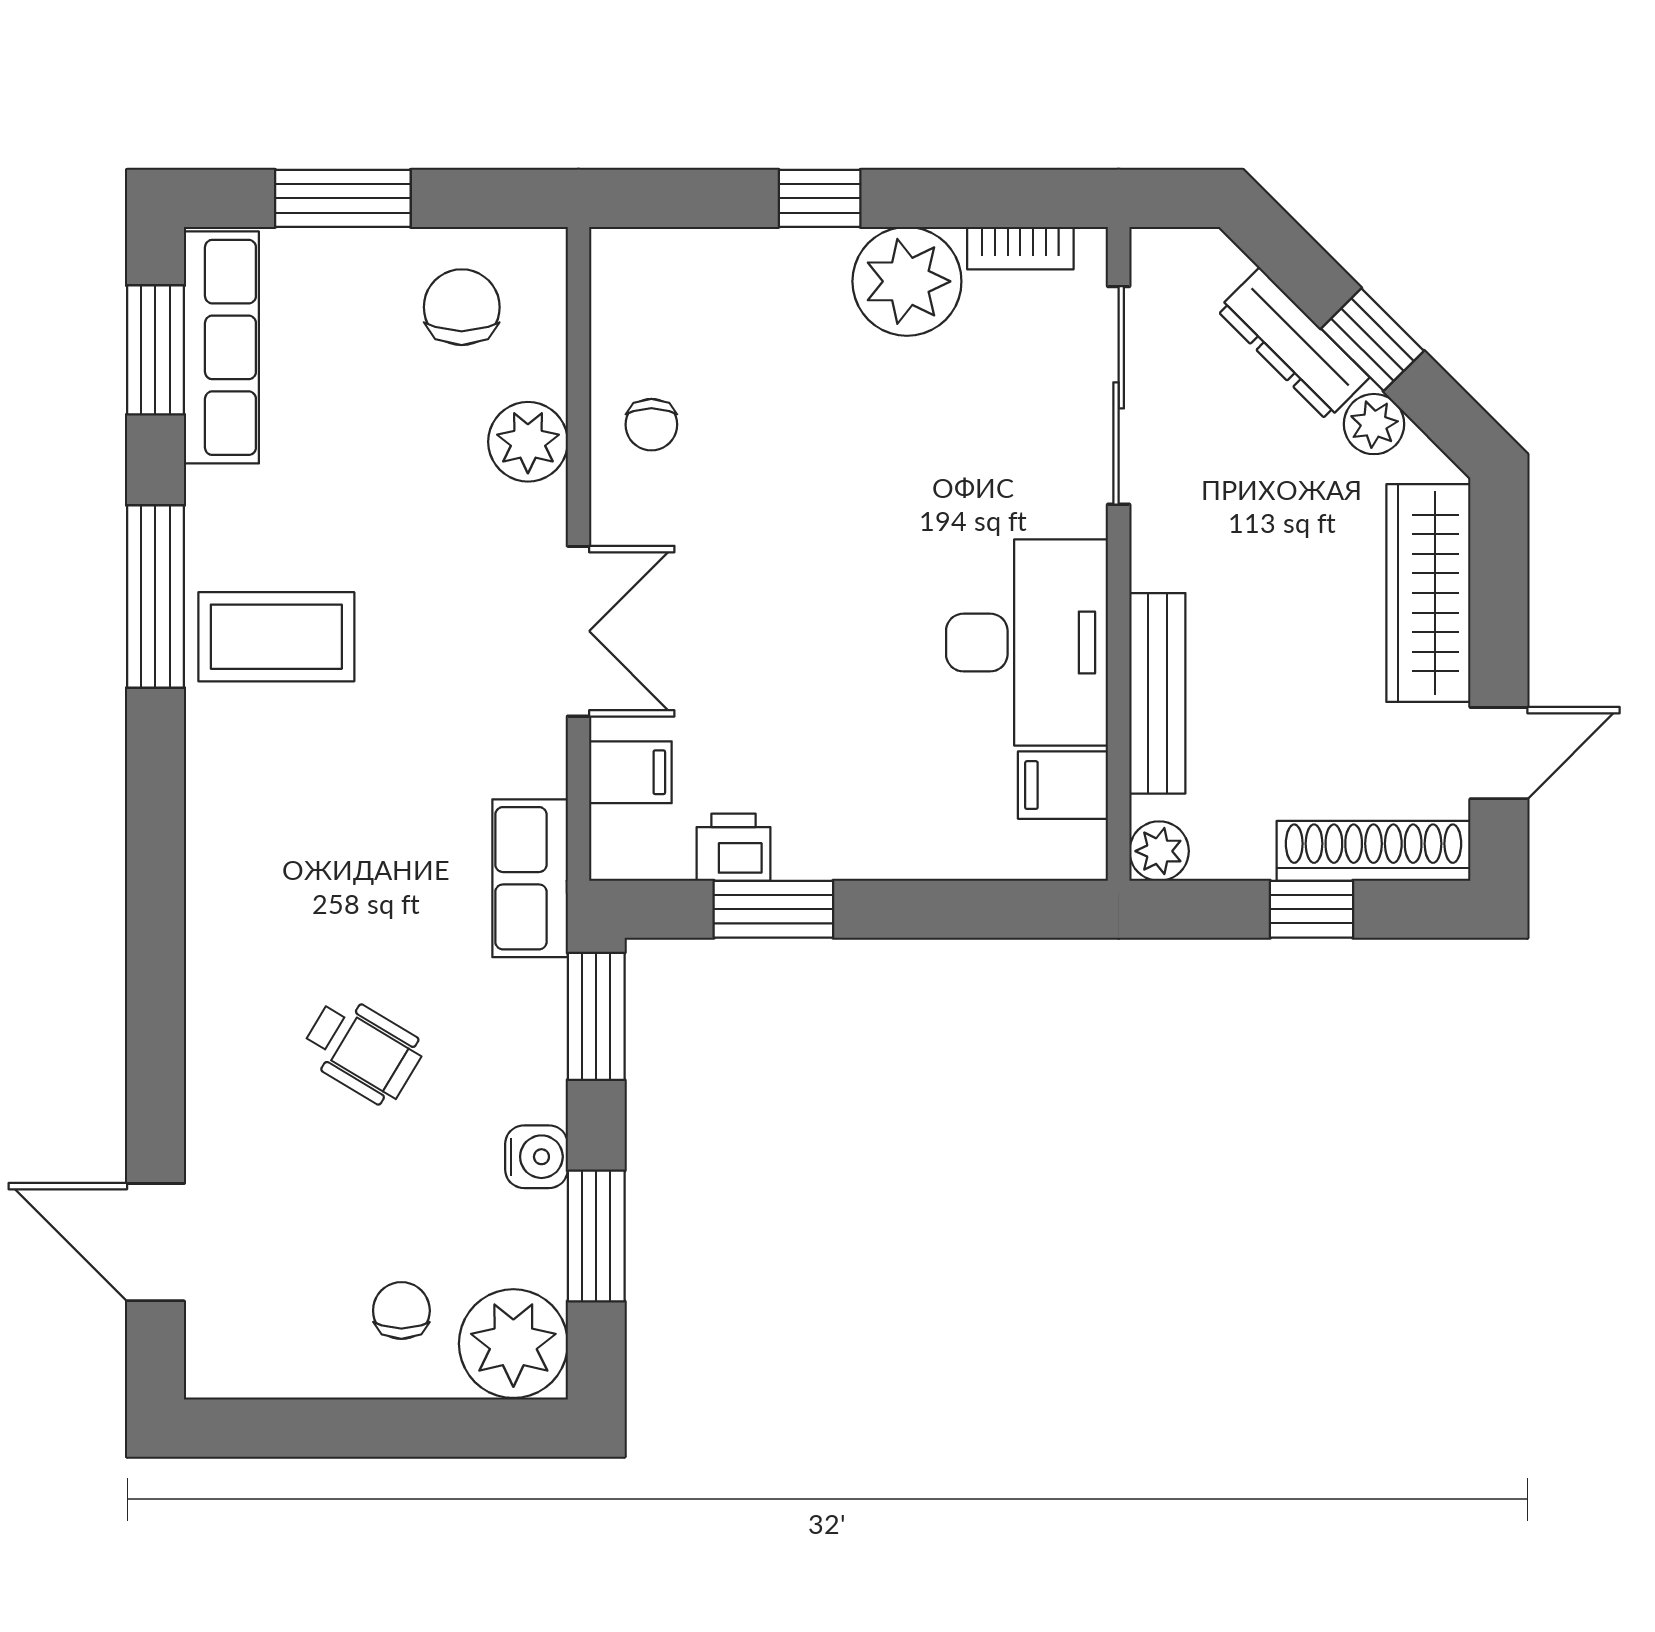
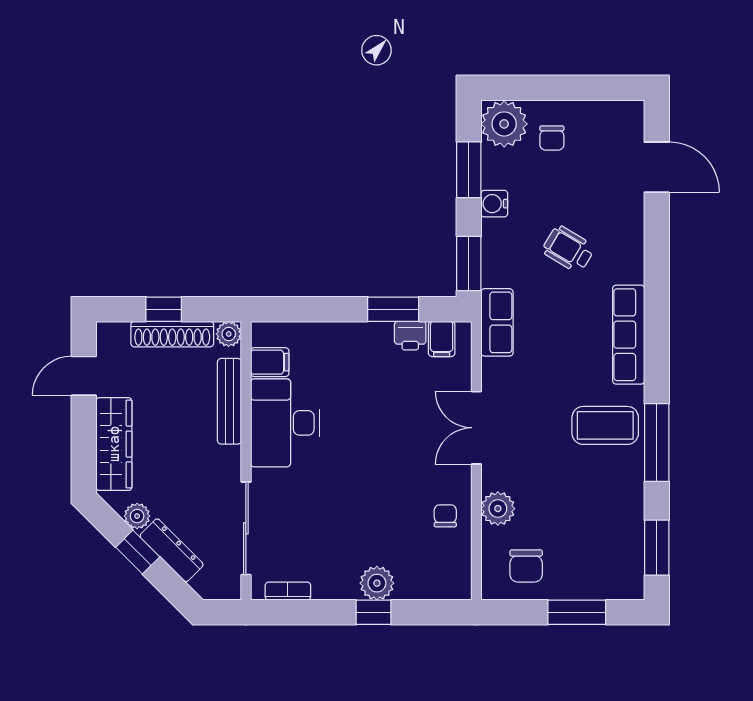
plant: (907, 281) -> (377, 583), moved, width x0.73, depth x0.73
row of seats: (221, 347) -> (629, 335), moved
filing cabinet: (630, 772) -> (442, 339), moved, turned -90
shoe rack: (1373, 851) -> (172, 334), moved

